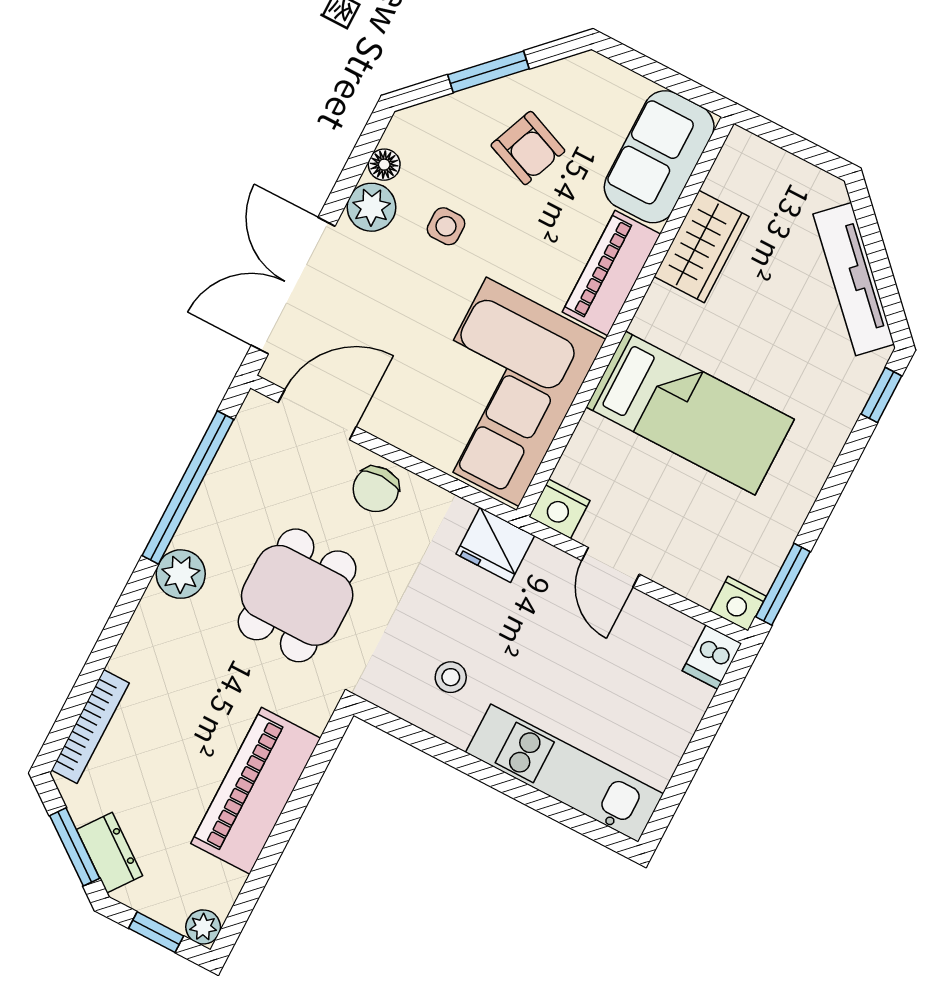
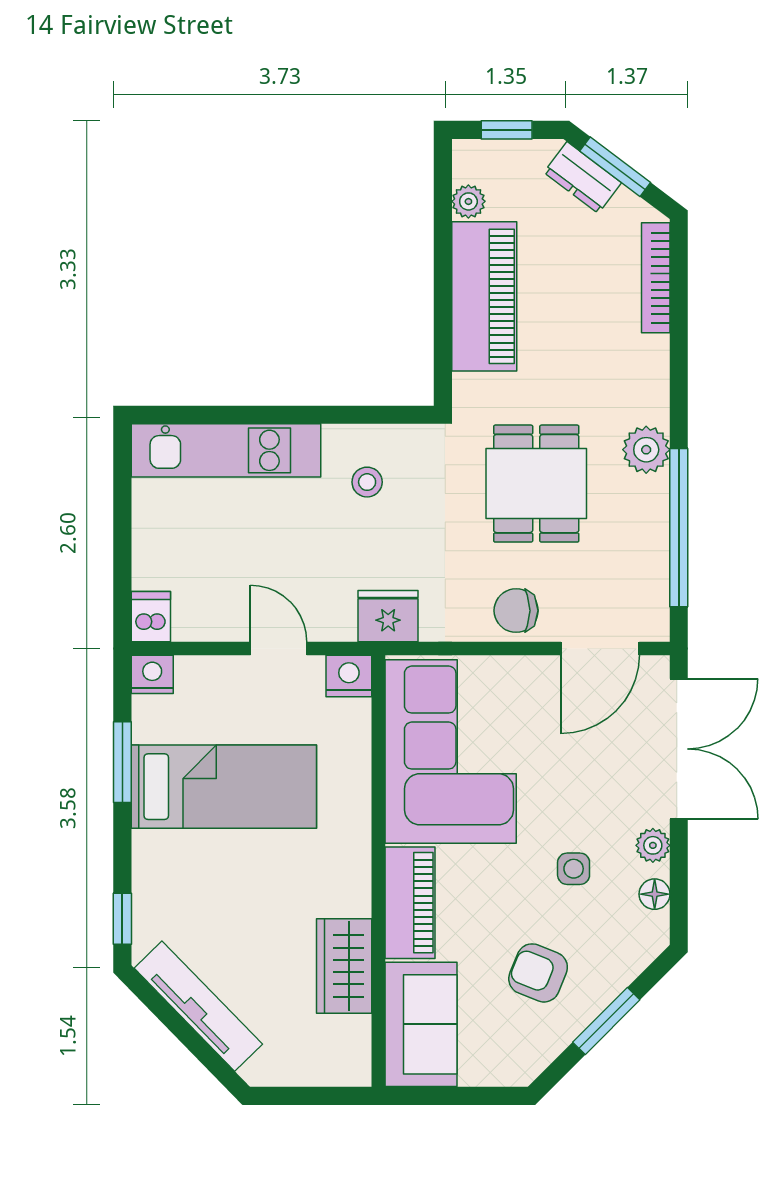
plant: (371, 207) -> (653, 845), width x0.73, depth x0.73
bed: (690, 413) -> (224, 787), moved, turned 180
chair: (376, 489) -> (516, 611), turned -90
window: (783, 584) -> (122, 762), moved
plant: (203, 927) -> (468, 201), moved

